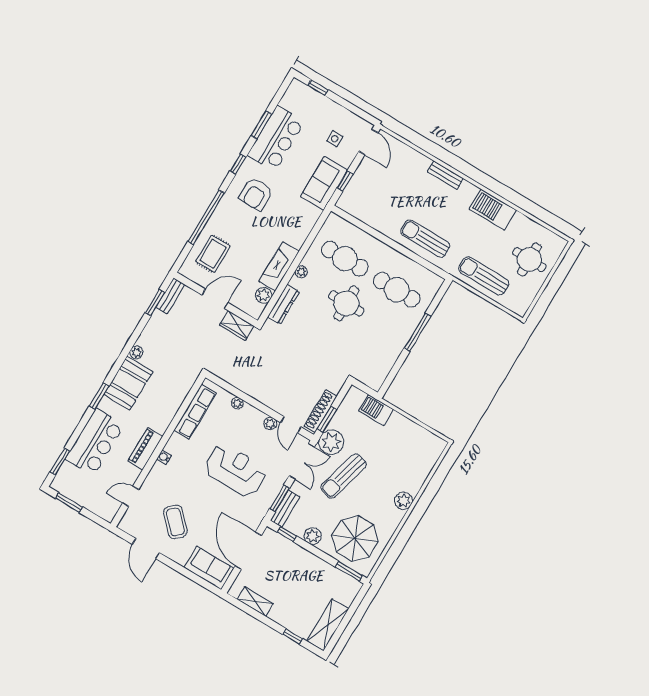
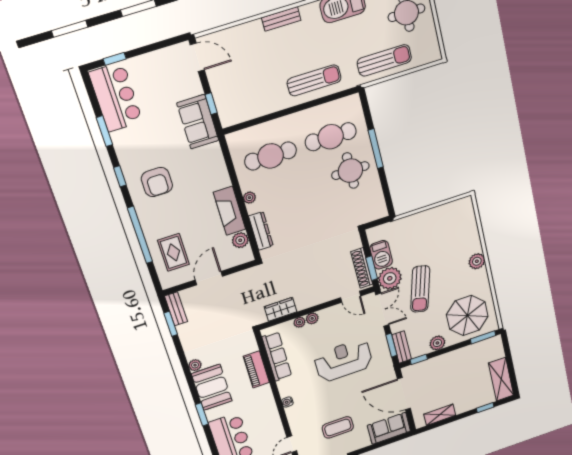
bar counter: (276, 139) -> (116, 97), moved
side table: (335, 139) -> (170, 82), removed
sun lounger: (425, 239) -> (314, 80), turned 180
sun lounger: (484, 276) -> (384, 60), turned 180
round table: (346, 303) -> (350, 171), moved
wardrobe: (237, 326) -> (280, 309), moved, turned 180
barbecue: (376, 410) -> (381, 255), moved, turned -90
plant: (270, 423) -> (312, 318), moved
piano: (145, 449) -> (256, 369), moved
coffee table: (175, 522) -> (338, 427), turned -46

